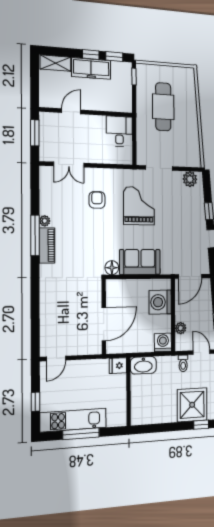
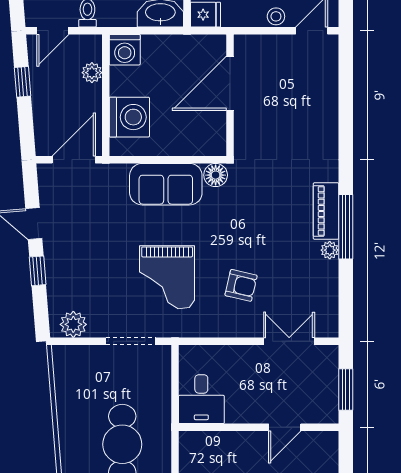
armchair: (97, 200) -> (241, 285), turned -77
door: (202, 352) -> (53, 31), hinge flipped
stool: (77, 366) -> (276, 16), added

